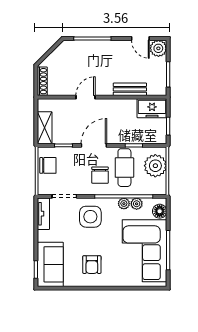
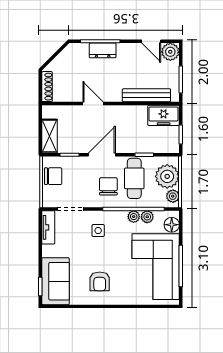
dresser: (95, 47) -> (103, 50), added
bench: (130, 89) -> (146, 95), width x1.36
door: (85, 97) -> (93, 104), hinge flipped
chair: (100, 175) -> (108, 186), turned 180
plant: (161, 184) -> (173, 196), added
side table: (90, 217) -> (98, 231), width x0.54, depth x0.54

